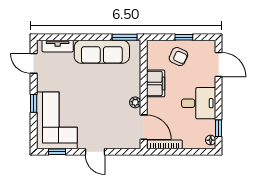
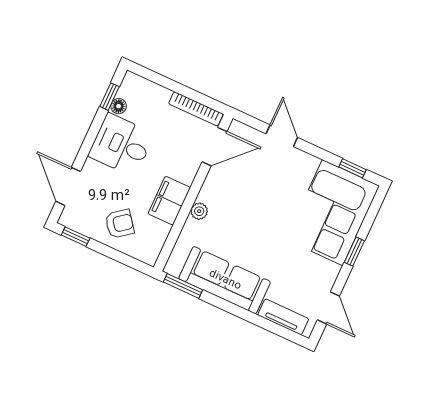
window: (184, 37) -> (76, 237), moved
armchair: (178, 57) -> (120, 224), turned 117
plant: (135, 102) -> (199, 211), moved
door: (144, 127) -> (214, 147), swing flipped
floor lamp: (211, 140) -> (119, 106), moved
door: (95, 152) -> (282, 136), moved

